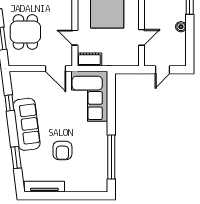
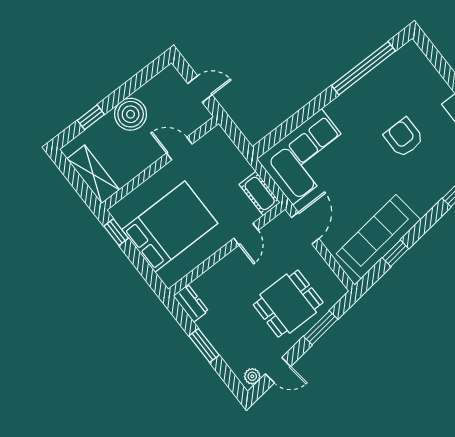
boiler: (181, 27) -> (131, 114), width x1.86, depth x1.86
sofa: (27, 124) -> (379, 237), moved
armchair: (62, 150) -> (404, 137), turned -90

